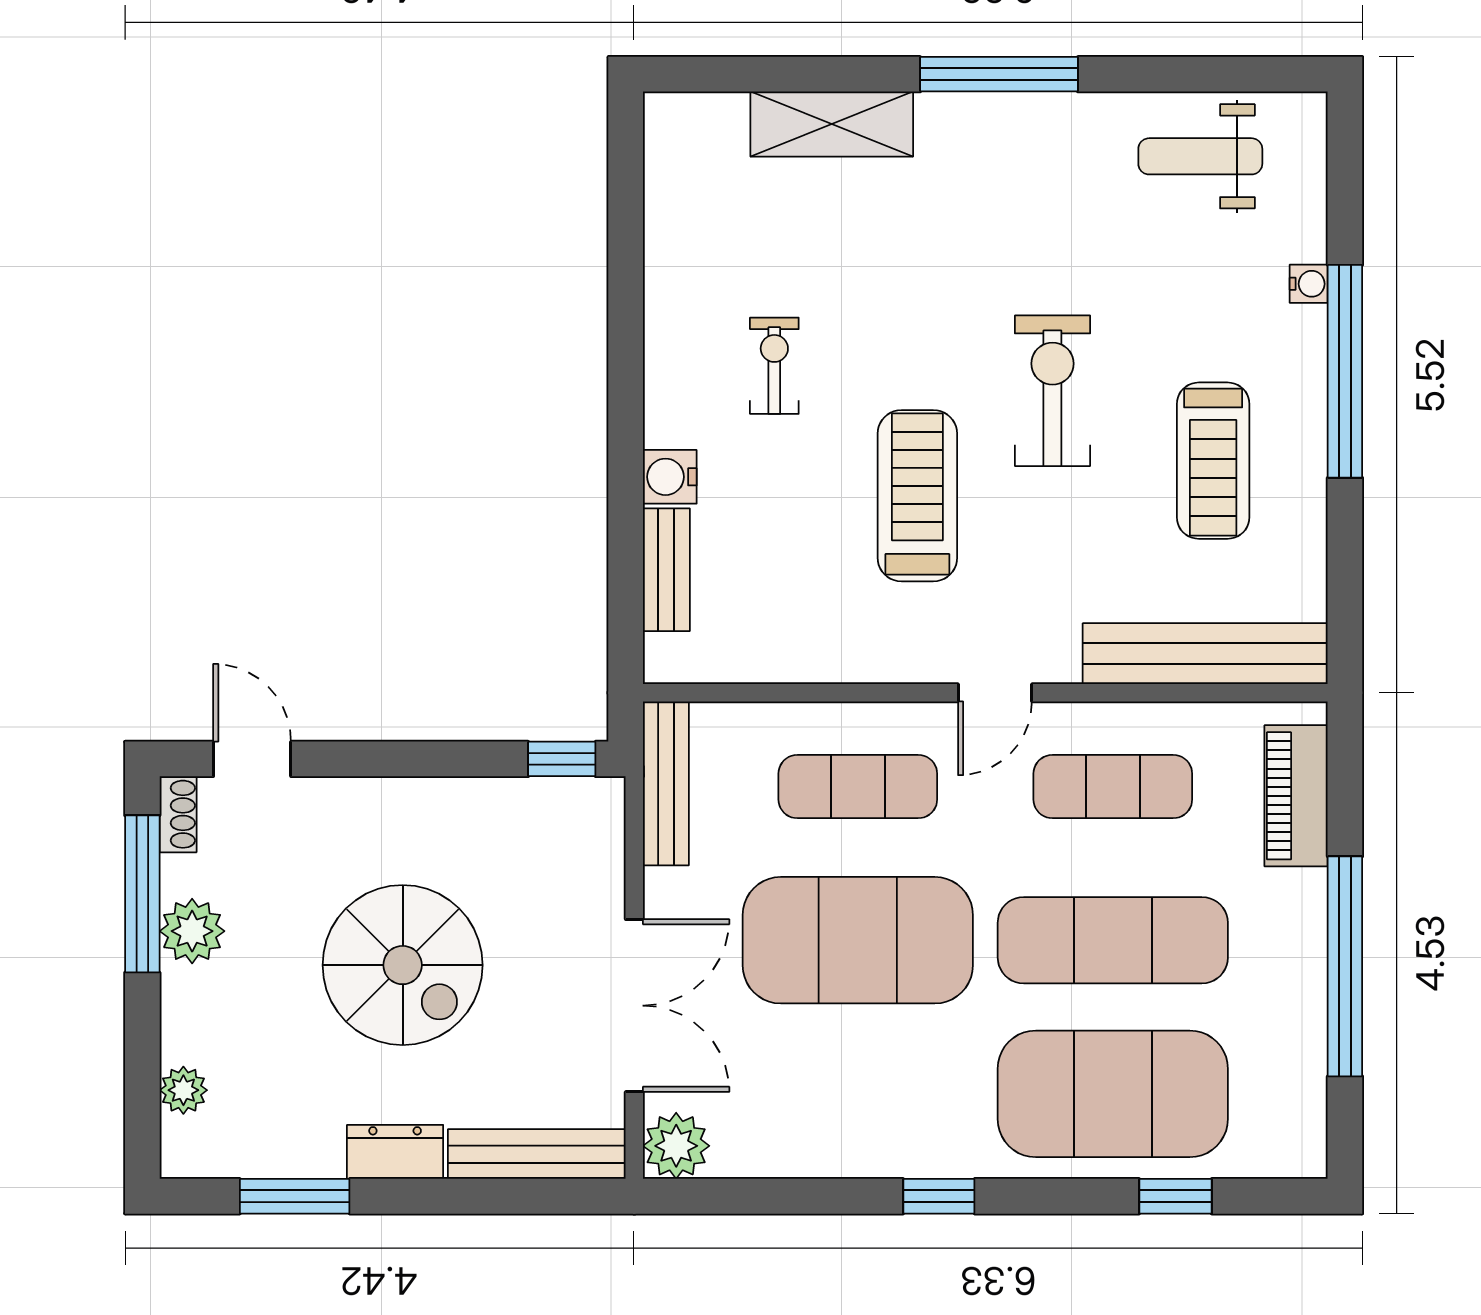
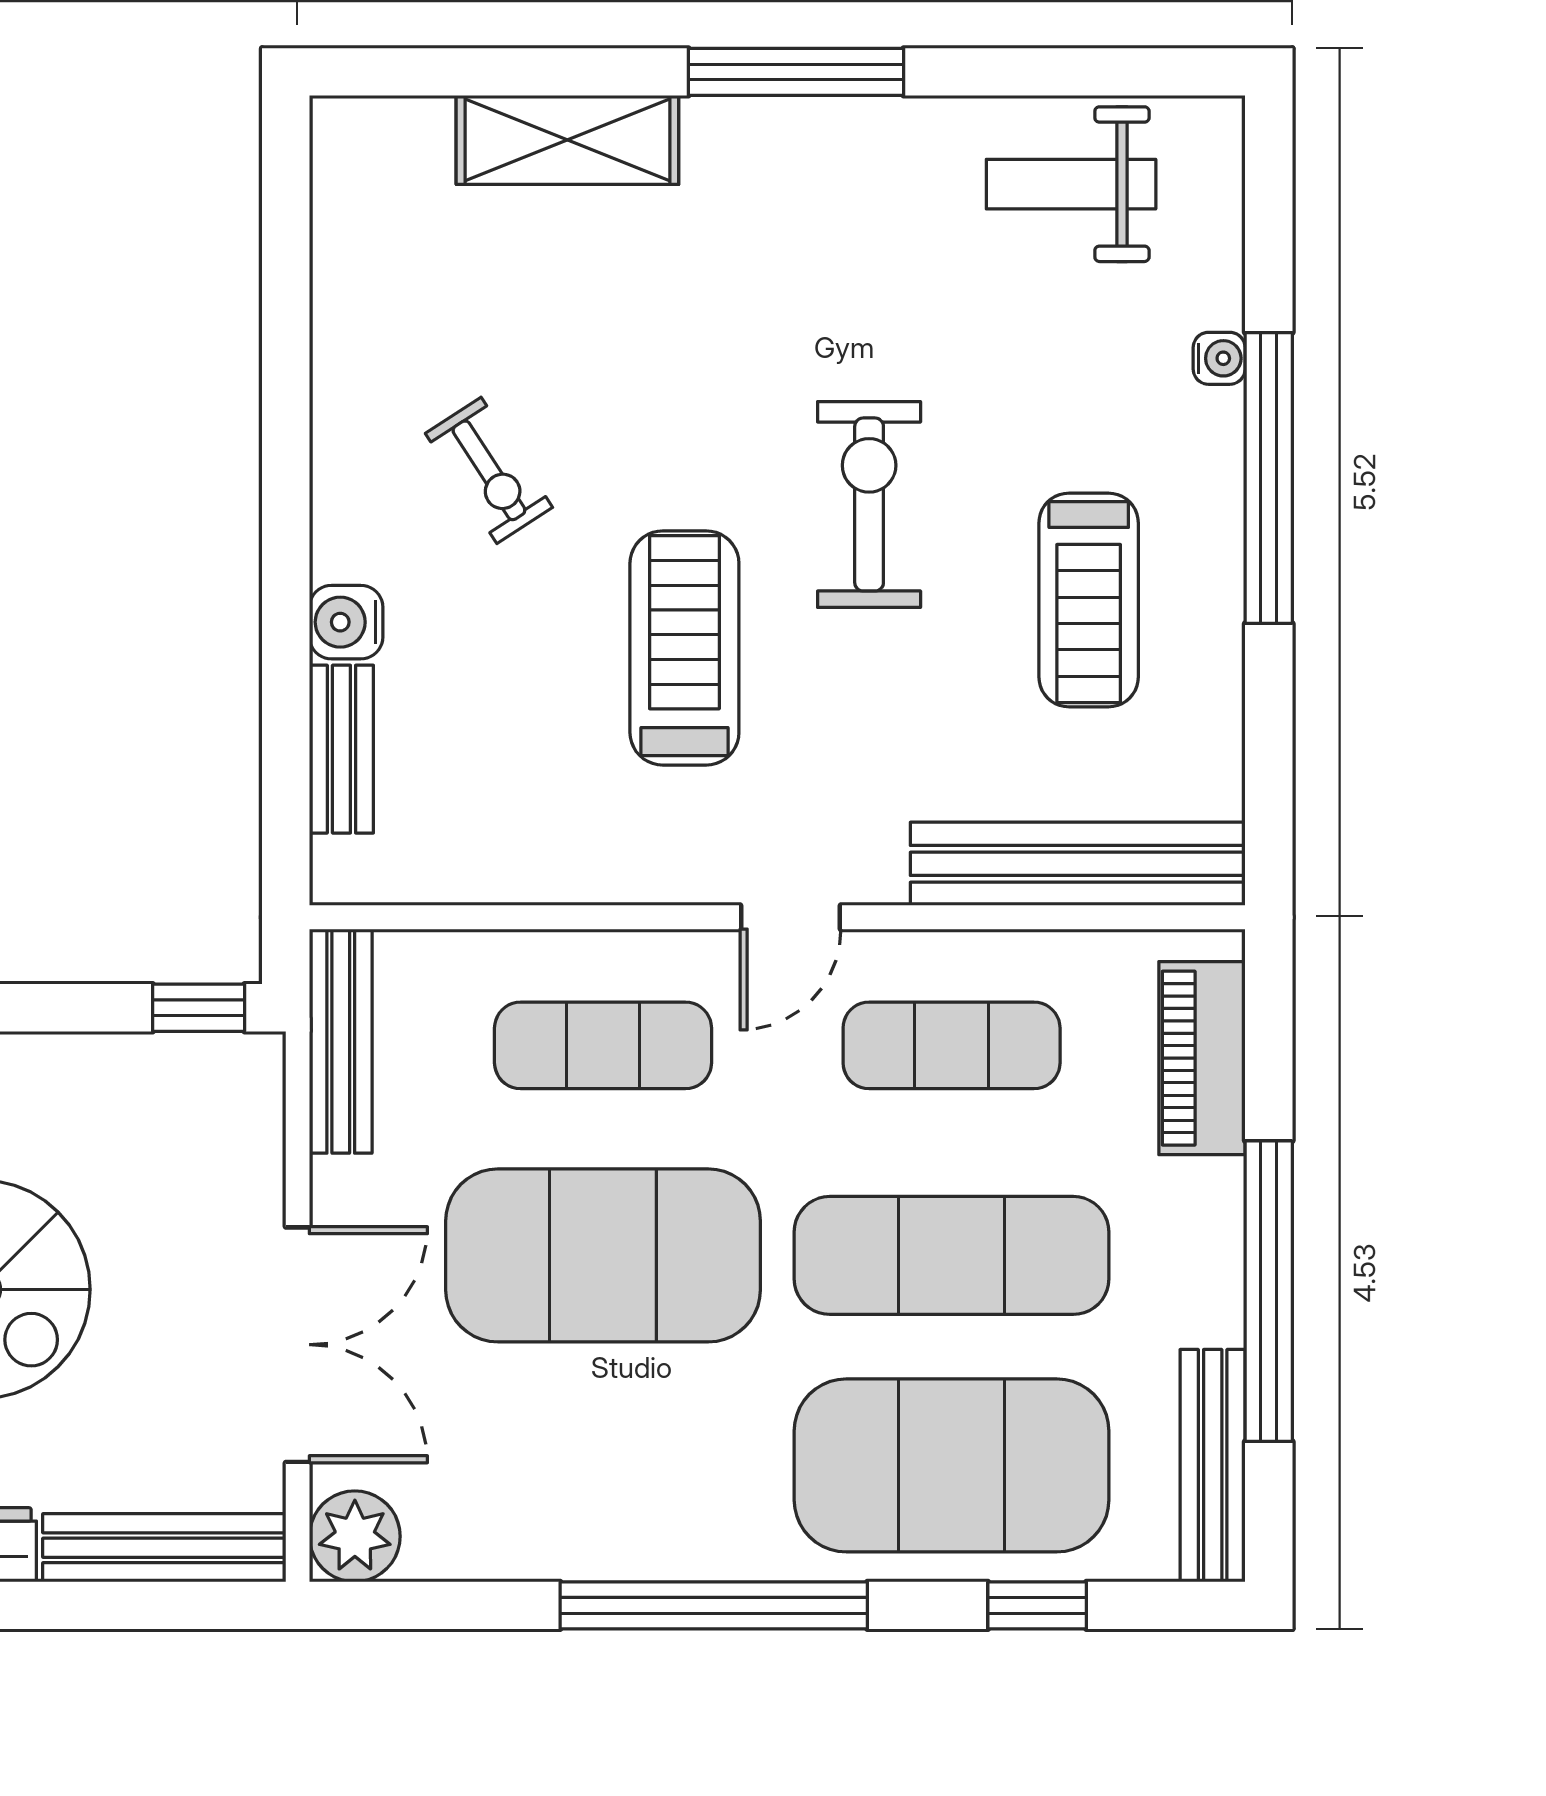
exercise bike: (774, 366) -> (489, 470), turned 147
bench: (1304, 1094) -> (1213, 1466), added
window: (939, 1196) -> (714, 1605), width x3.17

